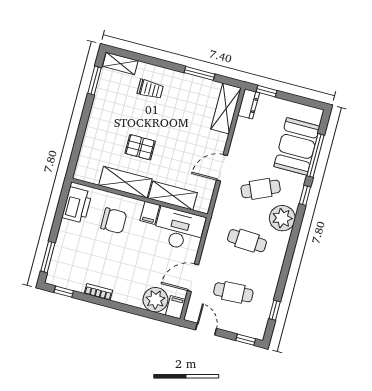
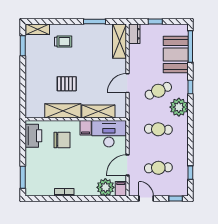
window: (267, 91) -> (155, 22), moved
window: (315, 155) -> (190, 46), moved
window: (64, 292) -> (40, 199), removed

